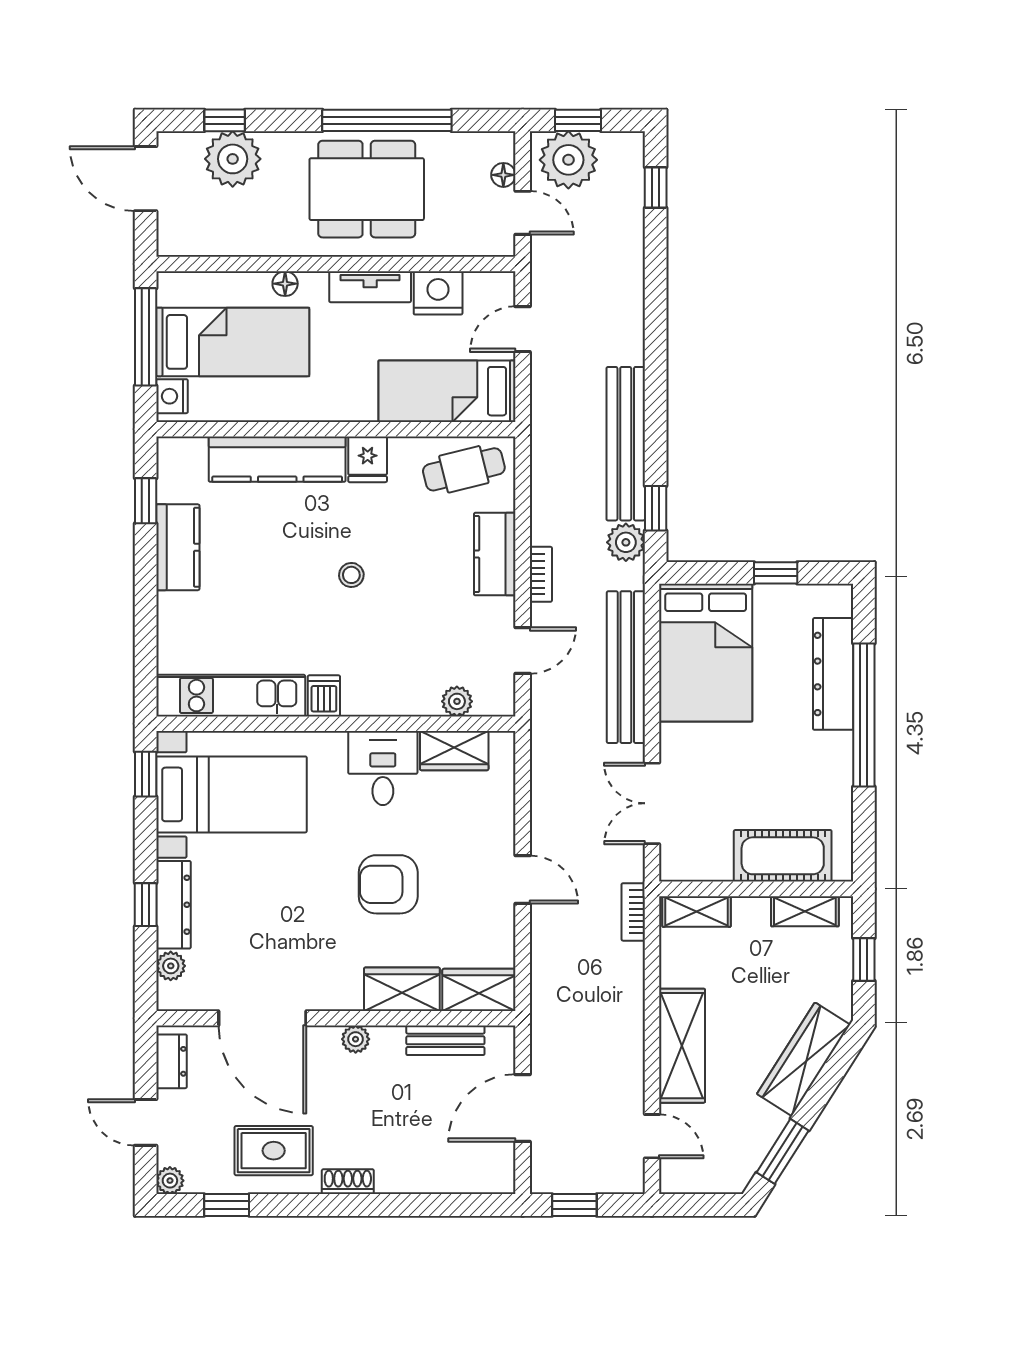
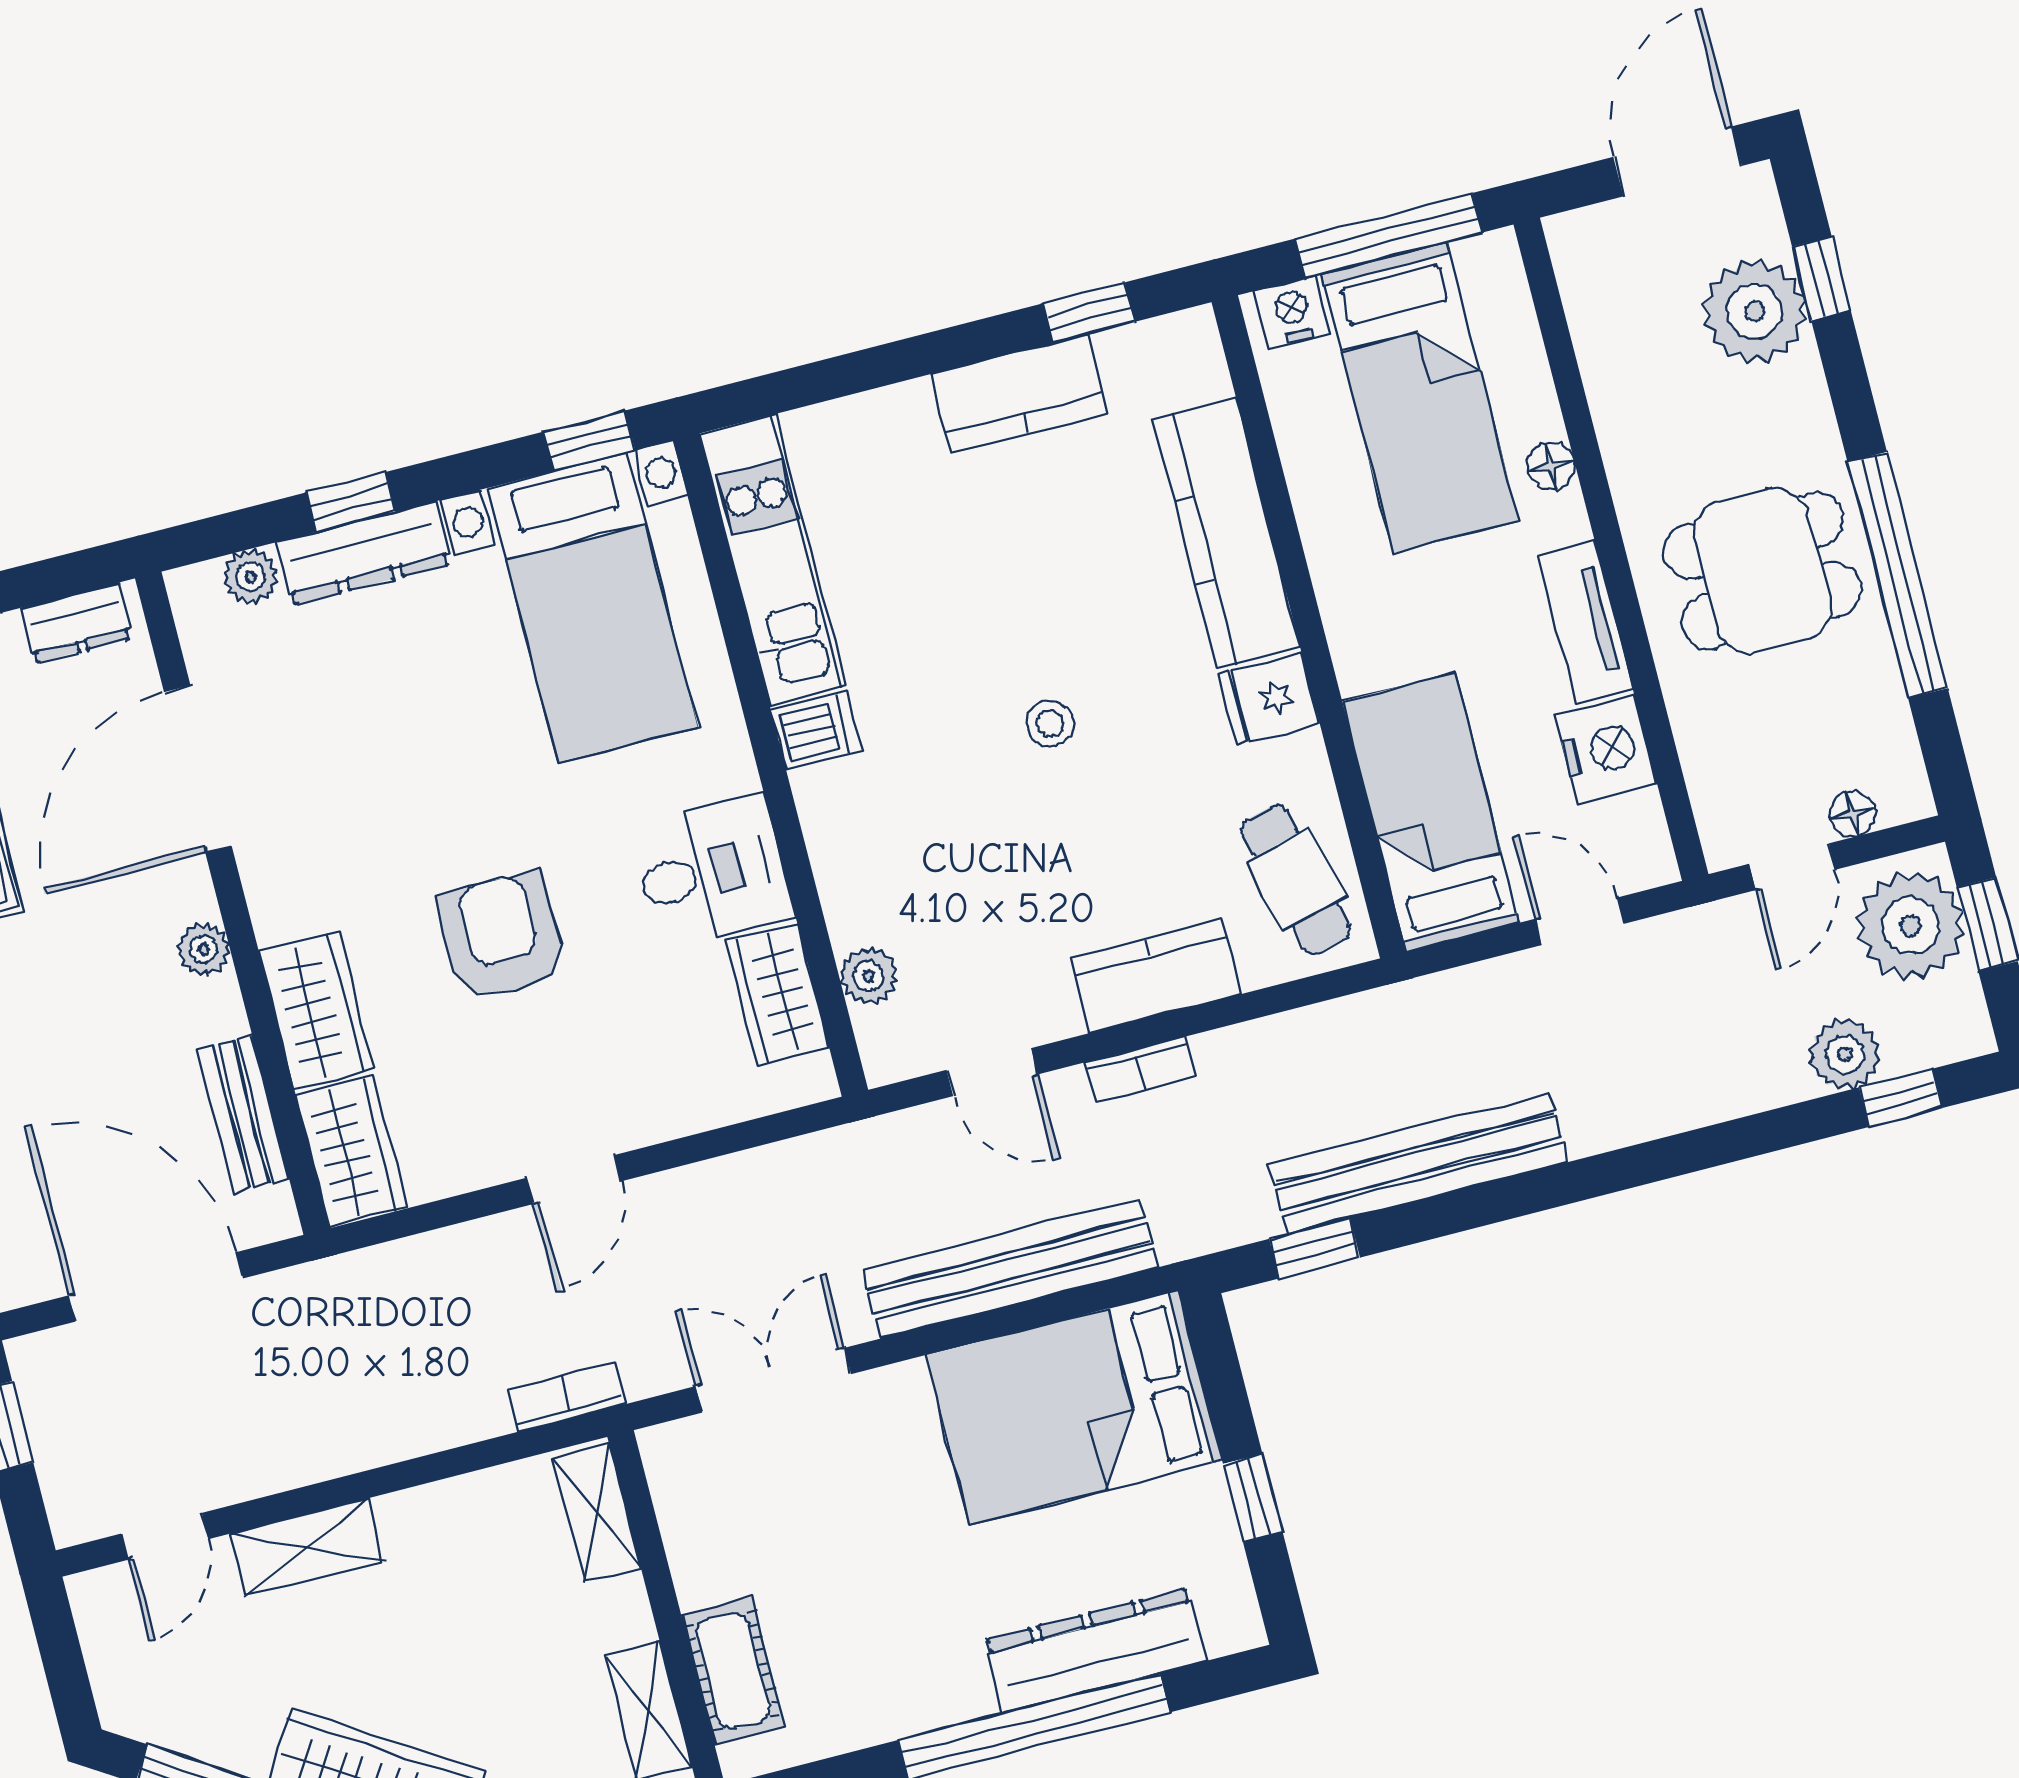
dining table: (367, 189) -> (1762, 570), width x0.73
plant: (626, 542) -> (1845, 1054), moved
cot: (783, 856) -> (733, 1671), width x0.73, depth x0.75
shelving: (682, 1046) -> (307, 1547), width x0.67, depth x0.75
door: (523, 1108) -> (156, 1287), width x1.36

